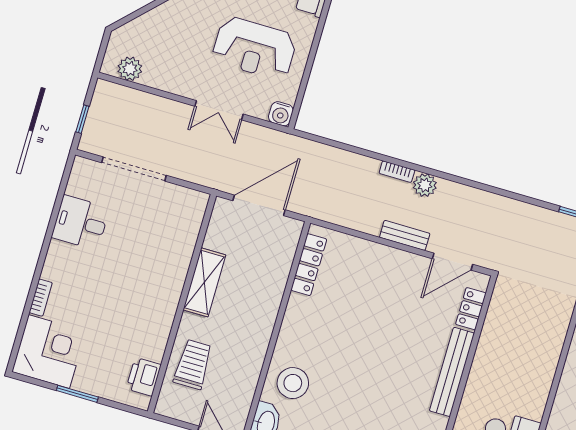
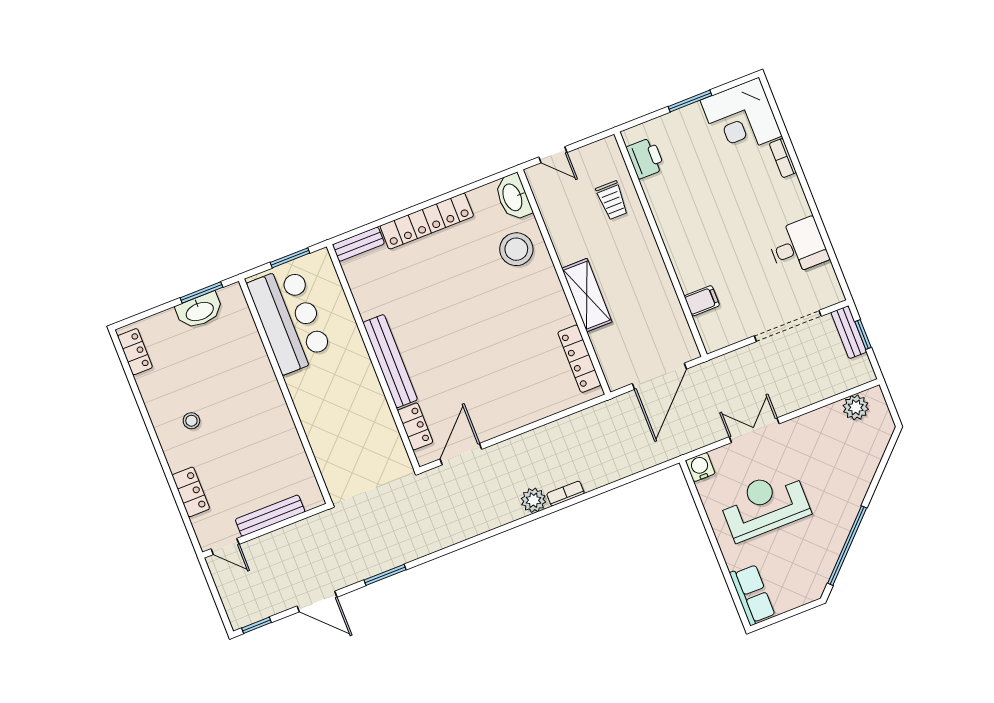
bench: (405, 235) -> (849, 332), moved, turned 90
filing cabinet: (184, 237) -> (702, 301), added
shelving: (204, 282) -> (587, 295), moved
trolley: (193, 364) -> (612, 200), width x0.73, depth x0.72

